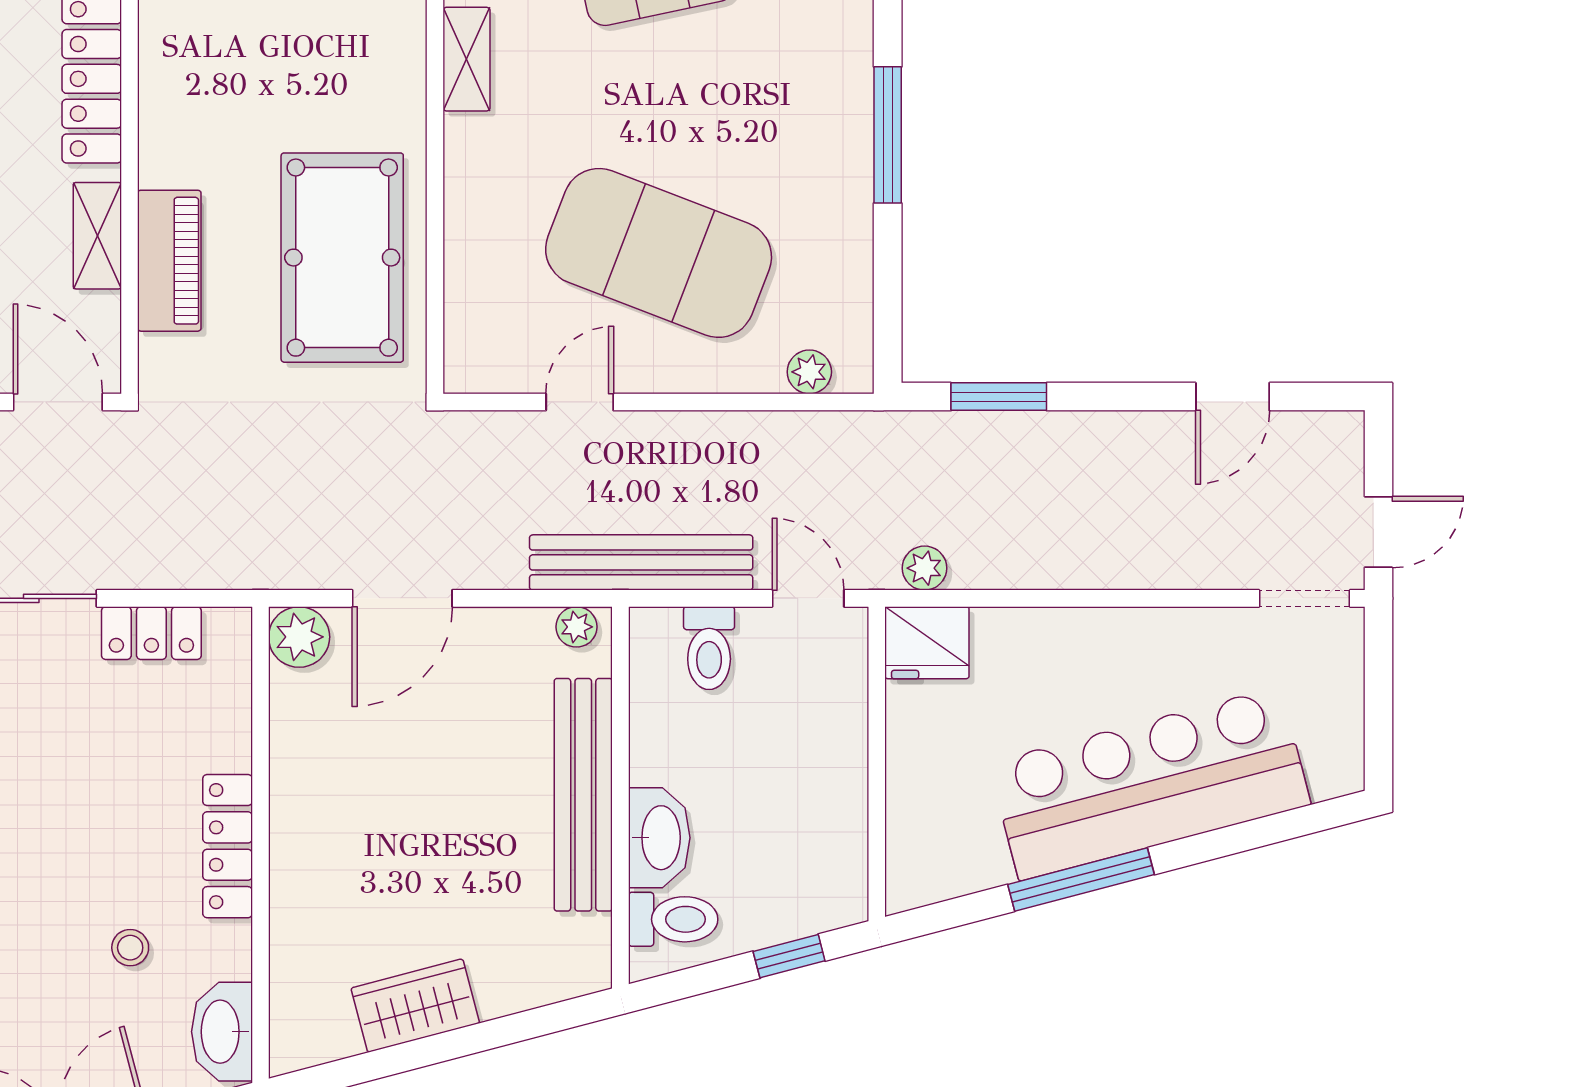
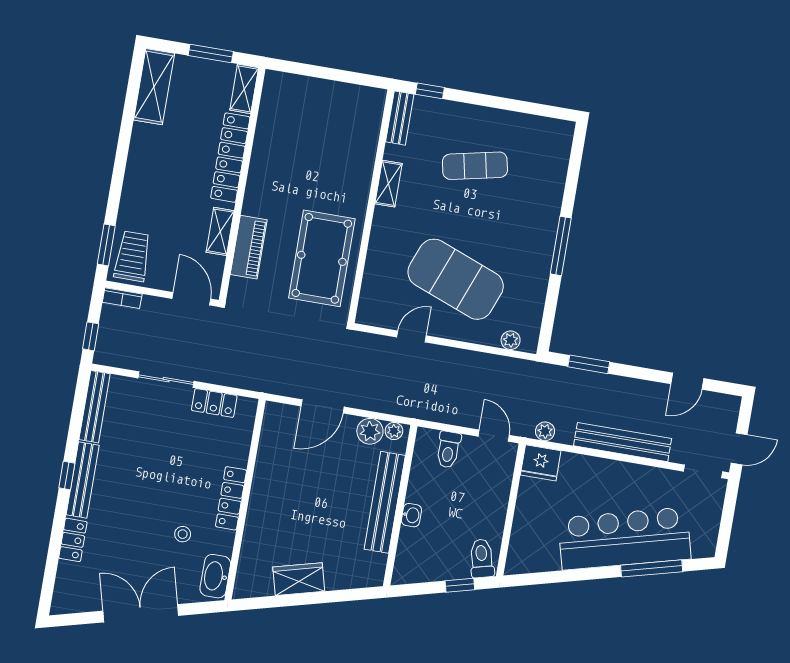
bench: (641, 562) -> (623, 442), moved
plant: (299, 637) -> (370, 431), moved
washbasin: (659, 838) -> (411, 515), width x0.52, depth x0.69
window: (1081, 879) -> (652, 568), moved
toilet: (673, 919) -> (482, 558), moved, turned -105

